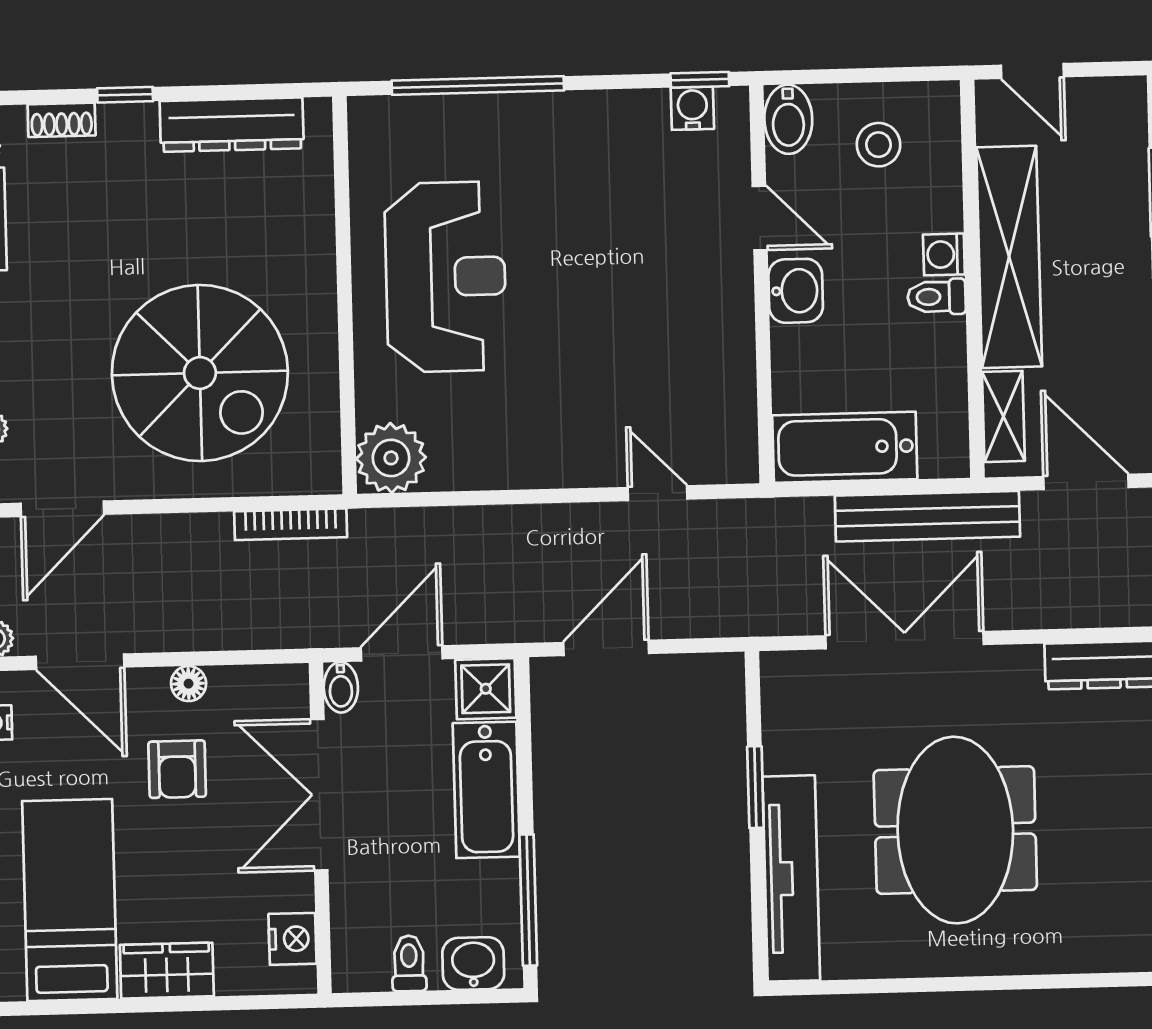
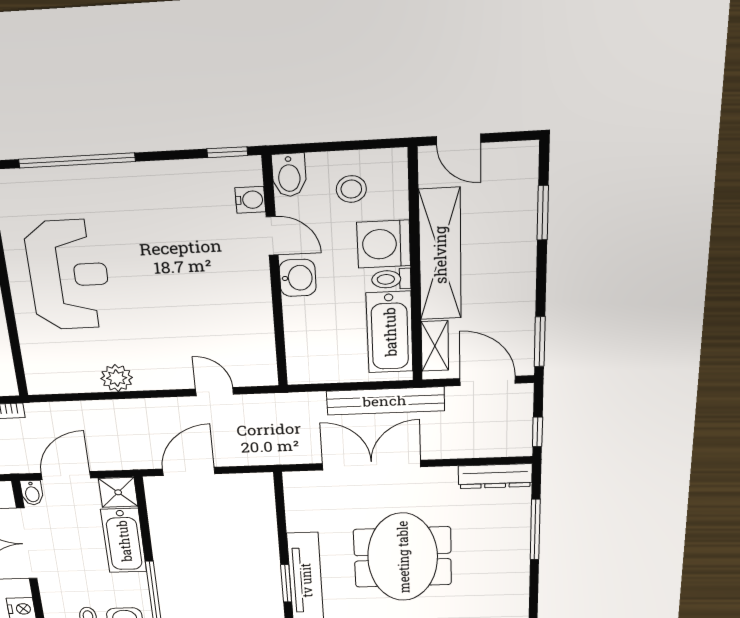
water cooler: (692, 108) -> (250, 200), moved, turned 90
washing machine: (944, 254) -> (384, 244), width x1.89, depth x1.89
bathtub: (845, 447) -> (390, 332), moved, turned -90
plant: (391, 458) -> (117, 378), moved, width x0.73, depth x0.73
window: (755, 787) -> (286, 583), moved

